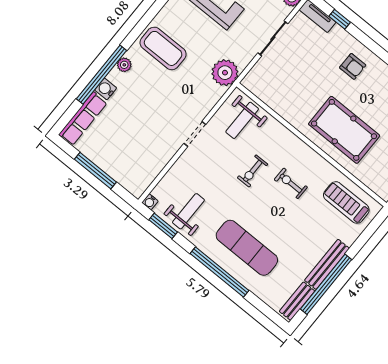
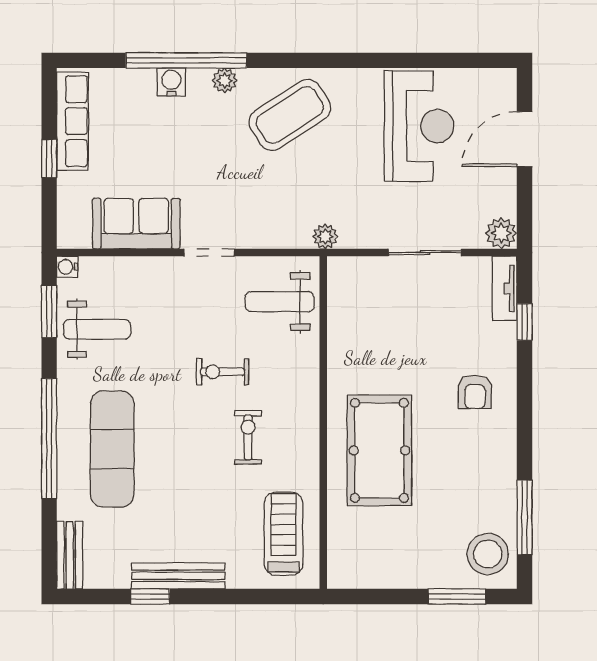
coffee table: (163, 48) -> (290, 115), turned 57
plant: (225, 73) -> (325, 236), width x0.53, depth x0.53
row of seats: (83, 119) -> (73, 121), moved, turned -90
sofa: (156, 156) -> (136, 224), added
window: (95, 171) -> (49, 158), width x0.46
window: (326, 284) -> (150, 597), width x0.32
bench: (297, 301) -> (70, 555), moved, turned 90

